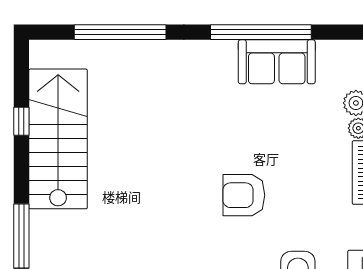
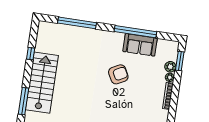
stairs: (58, 139) -> (42, 83), moved
armchair: (244, 195) -> (118, 74), moved, turned 152

